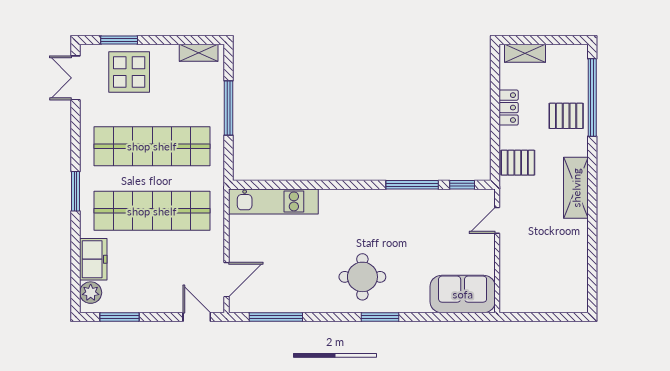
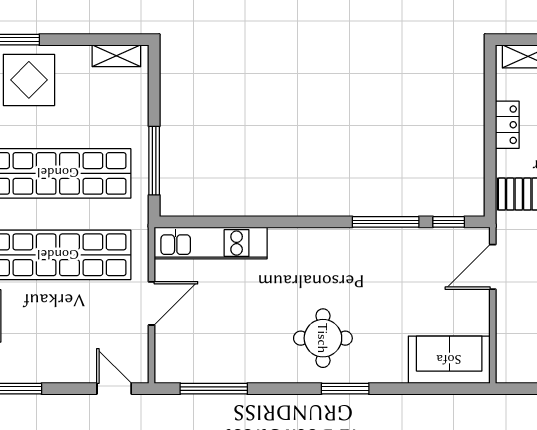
window: (229, 108) -> (154, 161), moved
door: (497, 220) -> (493, 267), width x1.38
door: (226, 280) -> (152, 303), moved

